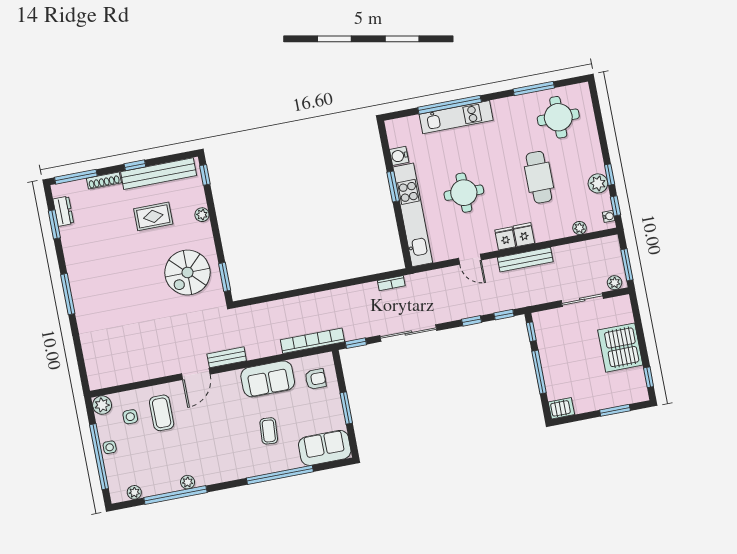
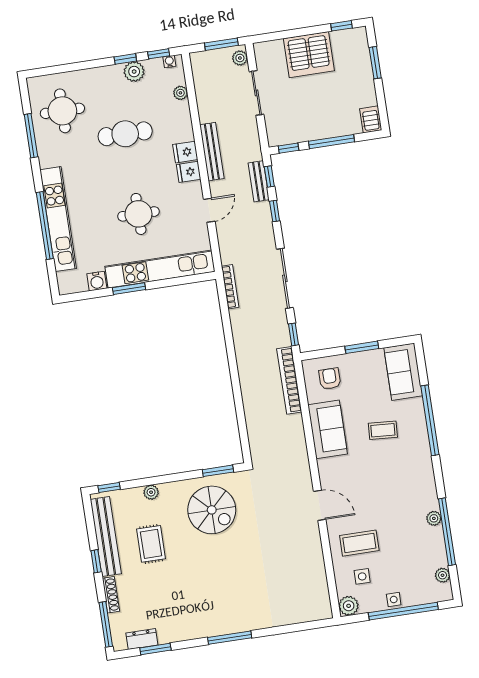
kitchen unit: (456, 117) -> (58, 219), width x1.36
bookcase: (391, 283) -> (230, 287), width x1.56
bench: (227, 357) -> (259, 181), moved

